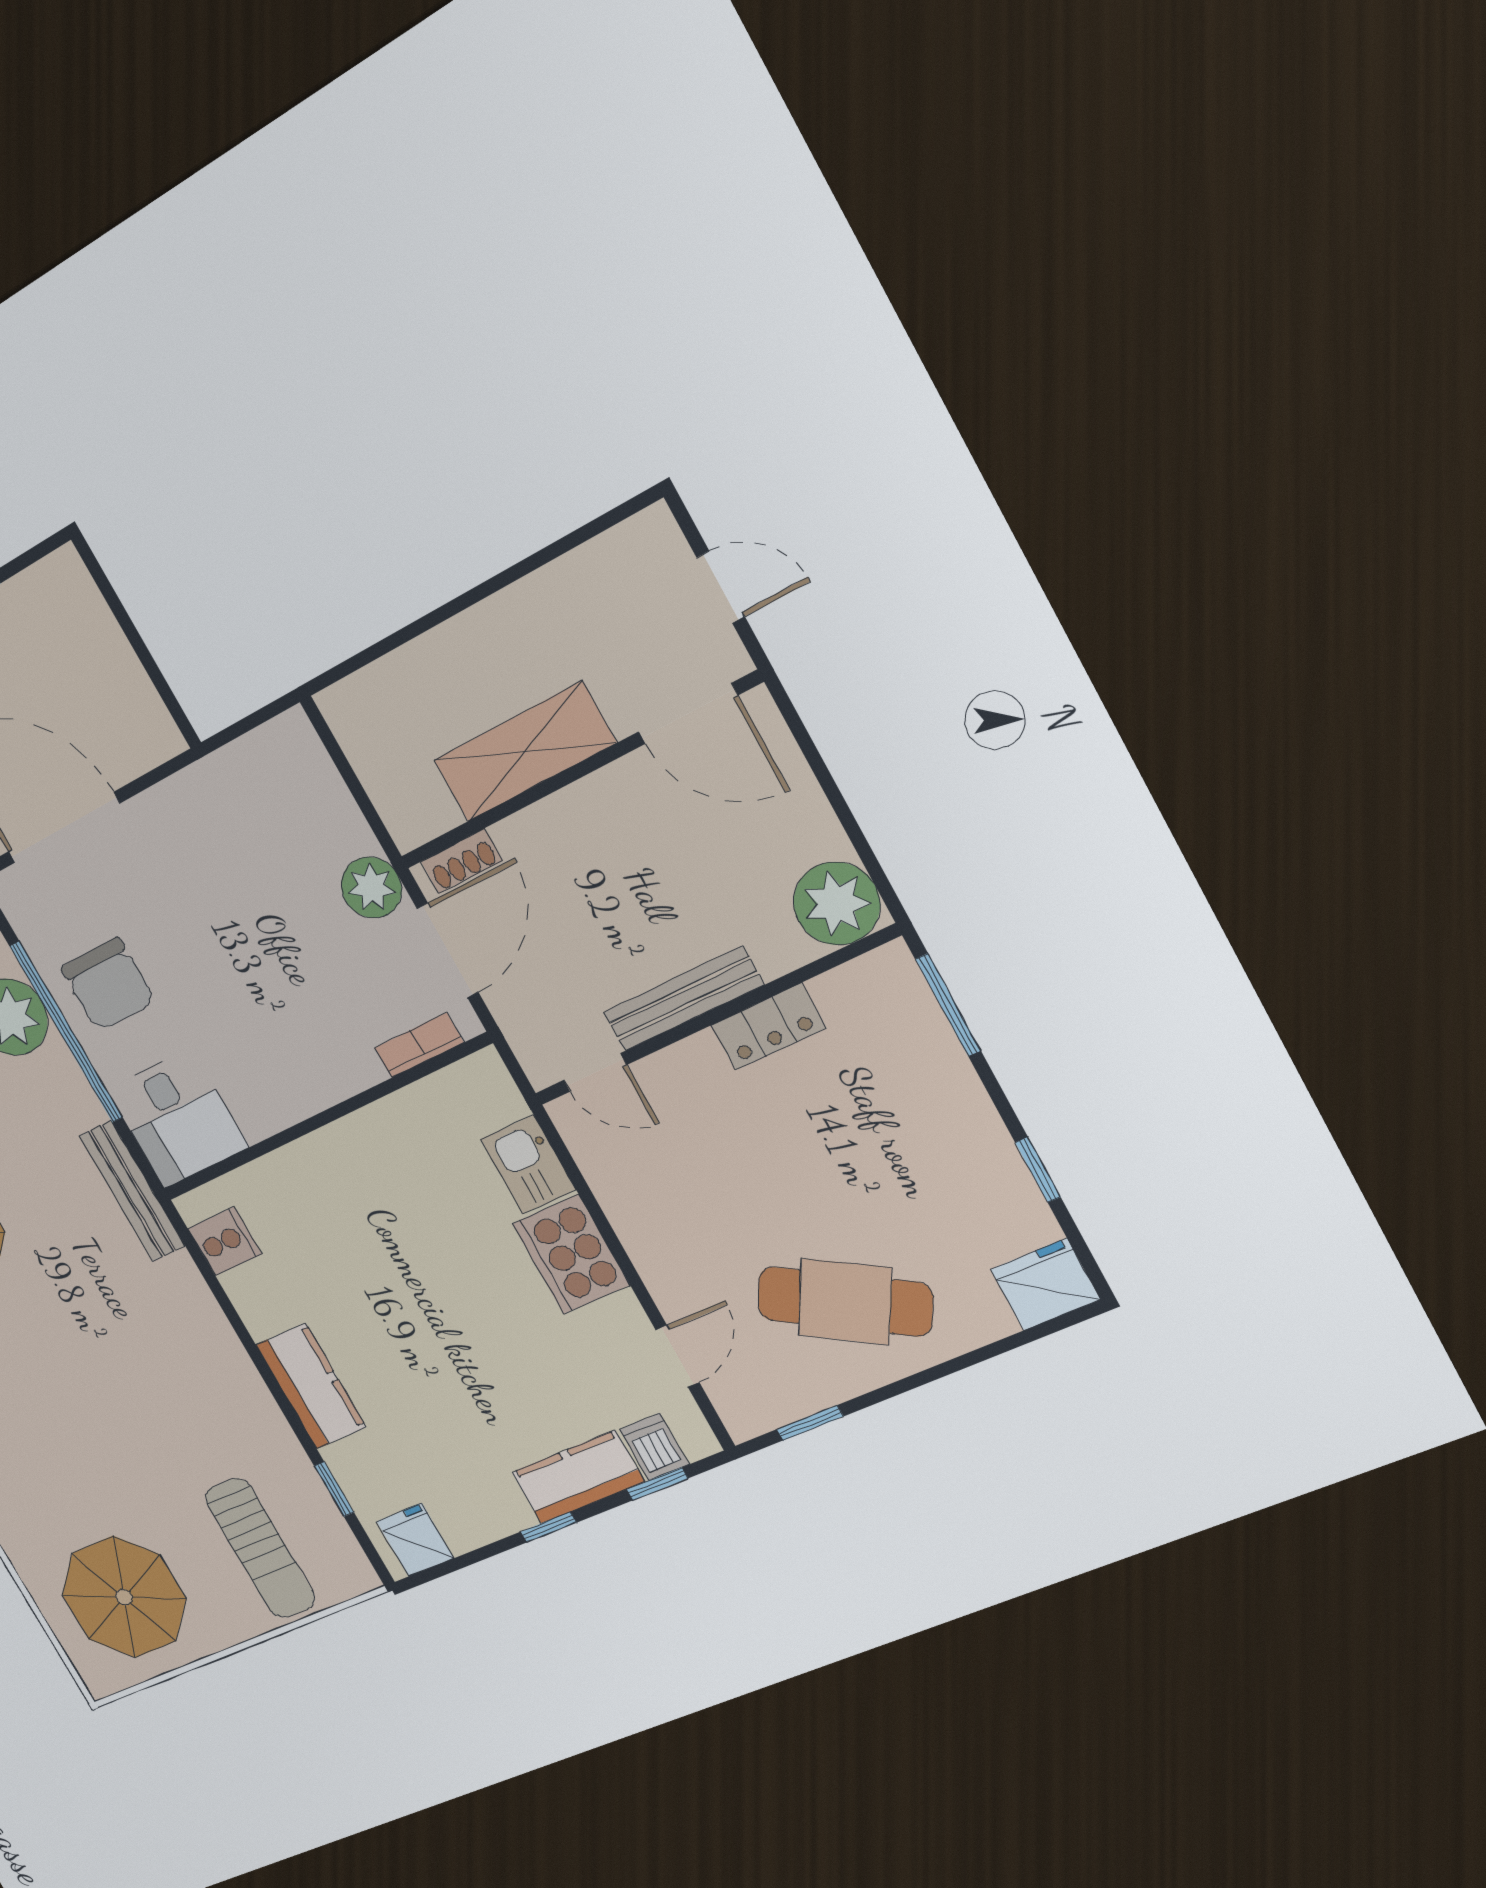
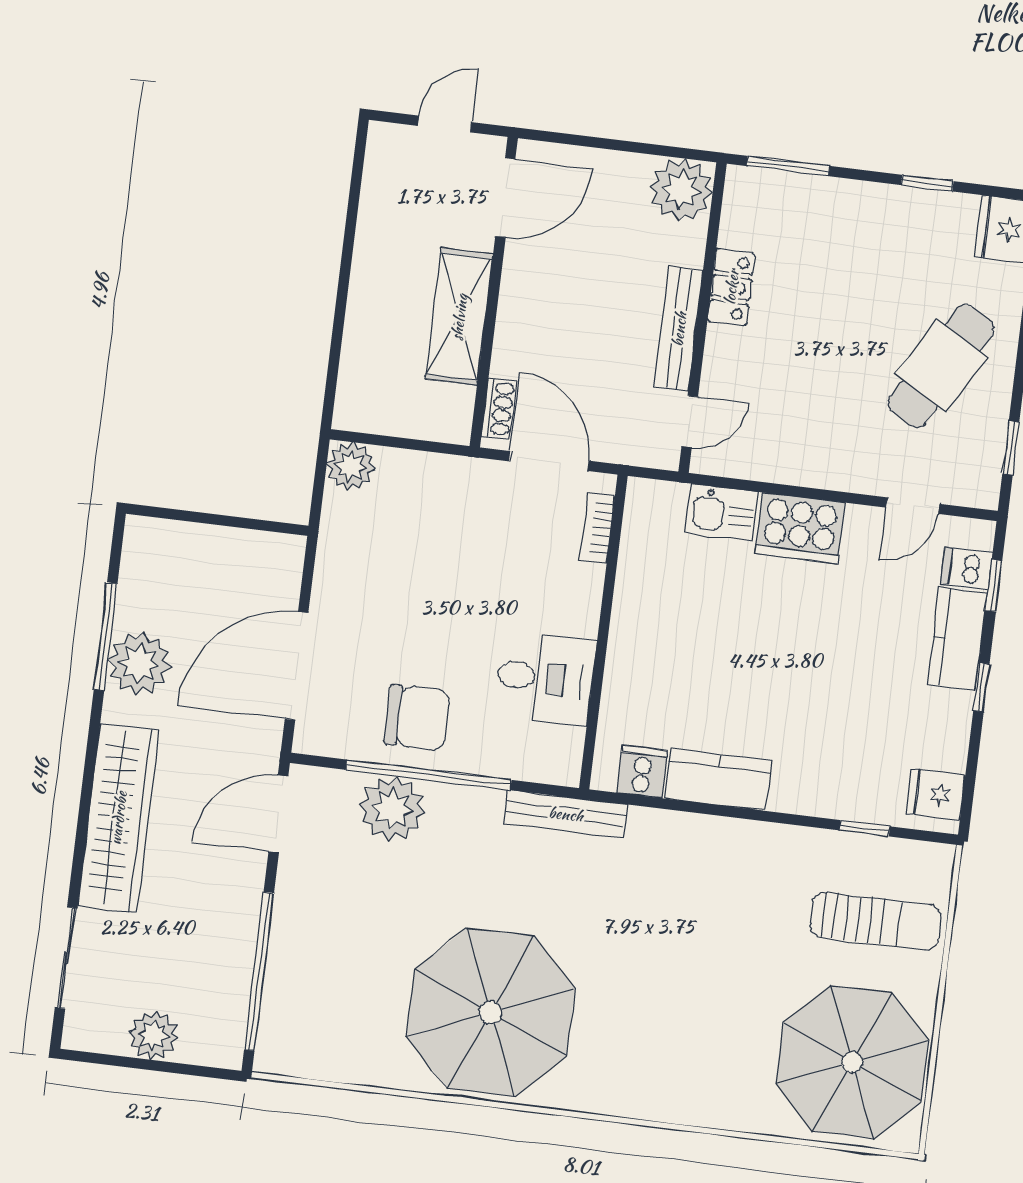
plant: (371, 888) -> (351, 466), moved
desk: (178, 1119) -> (545, 678), moved
door: (677, 1356) -> (913, 506), swing flipped
kitchen counter: (311, 1386) -> (718, 780), moved
parasol: (124, 1597) -> (852, 1062), width x1.36, depth x1.36

